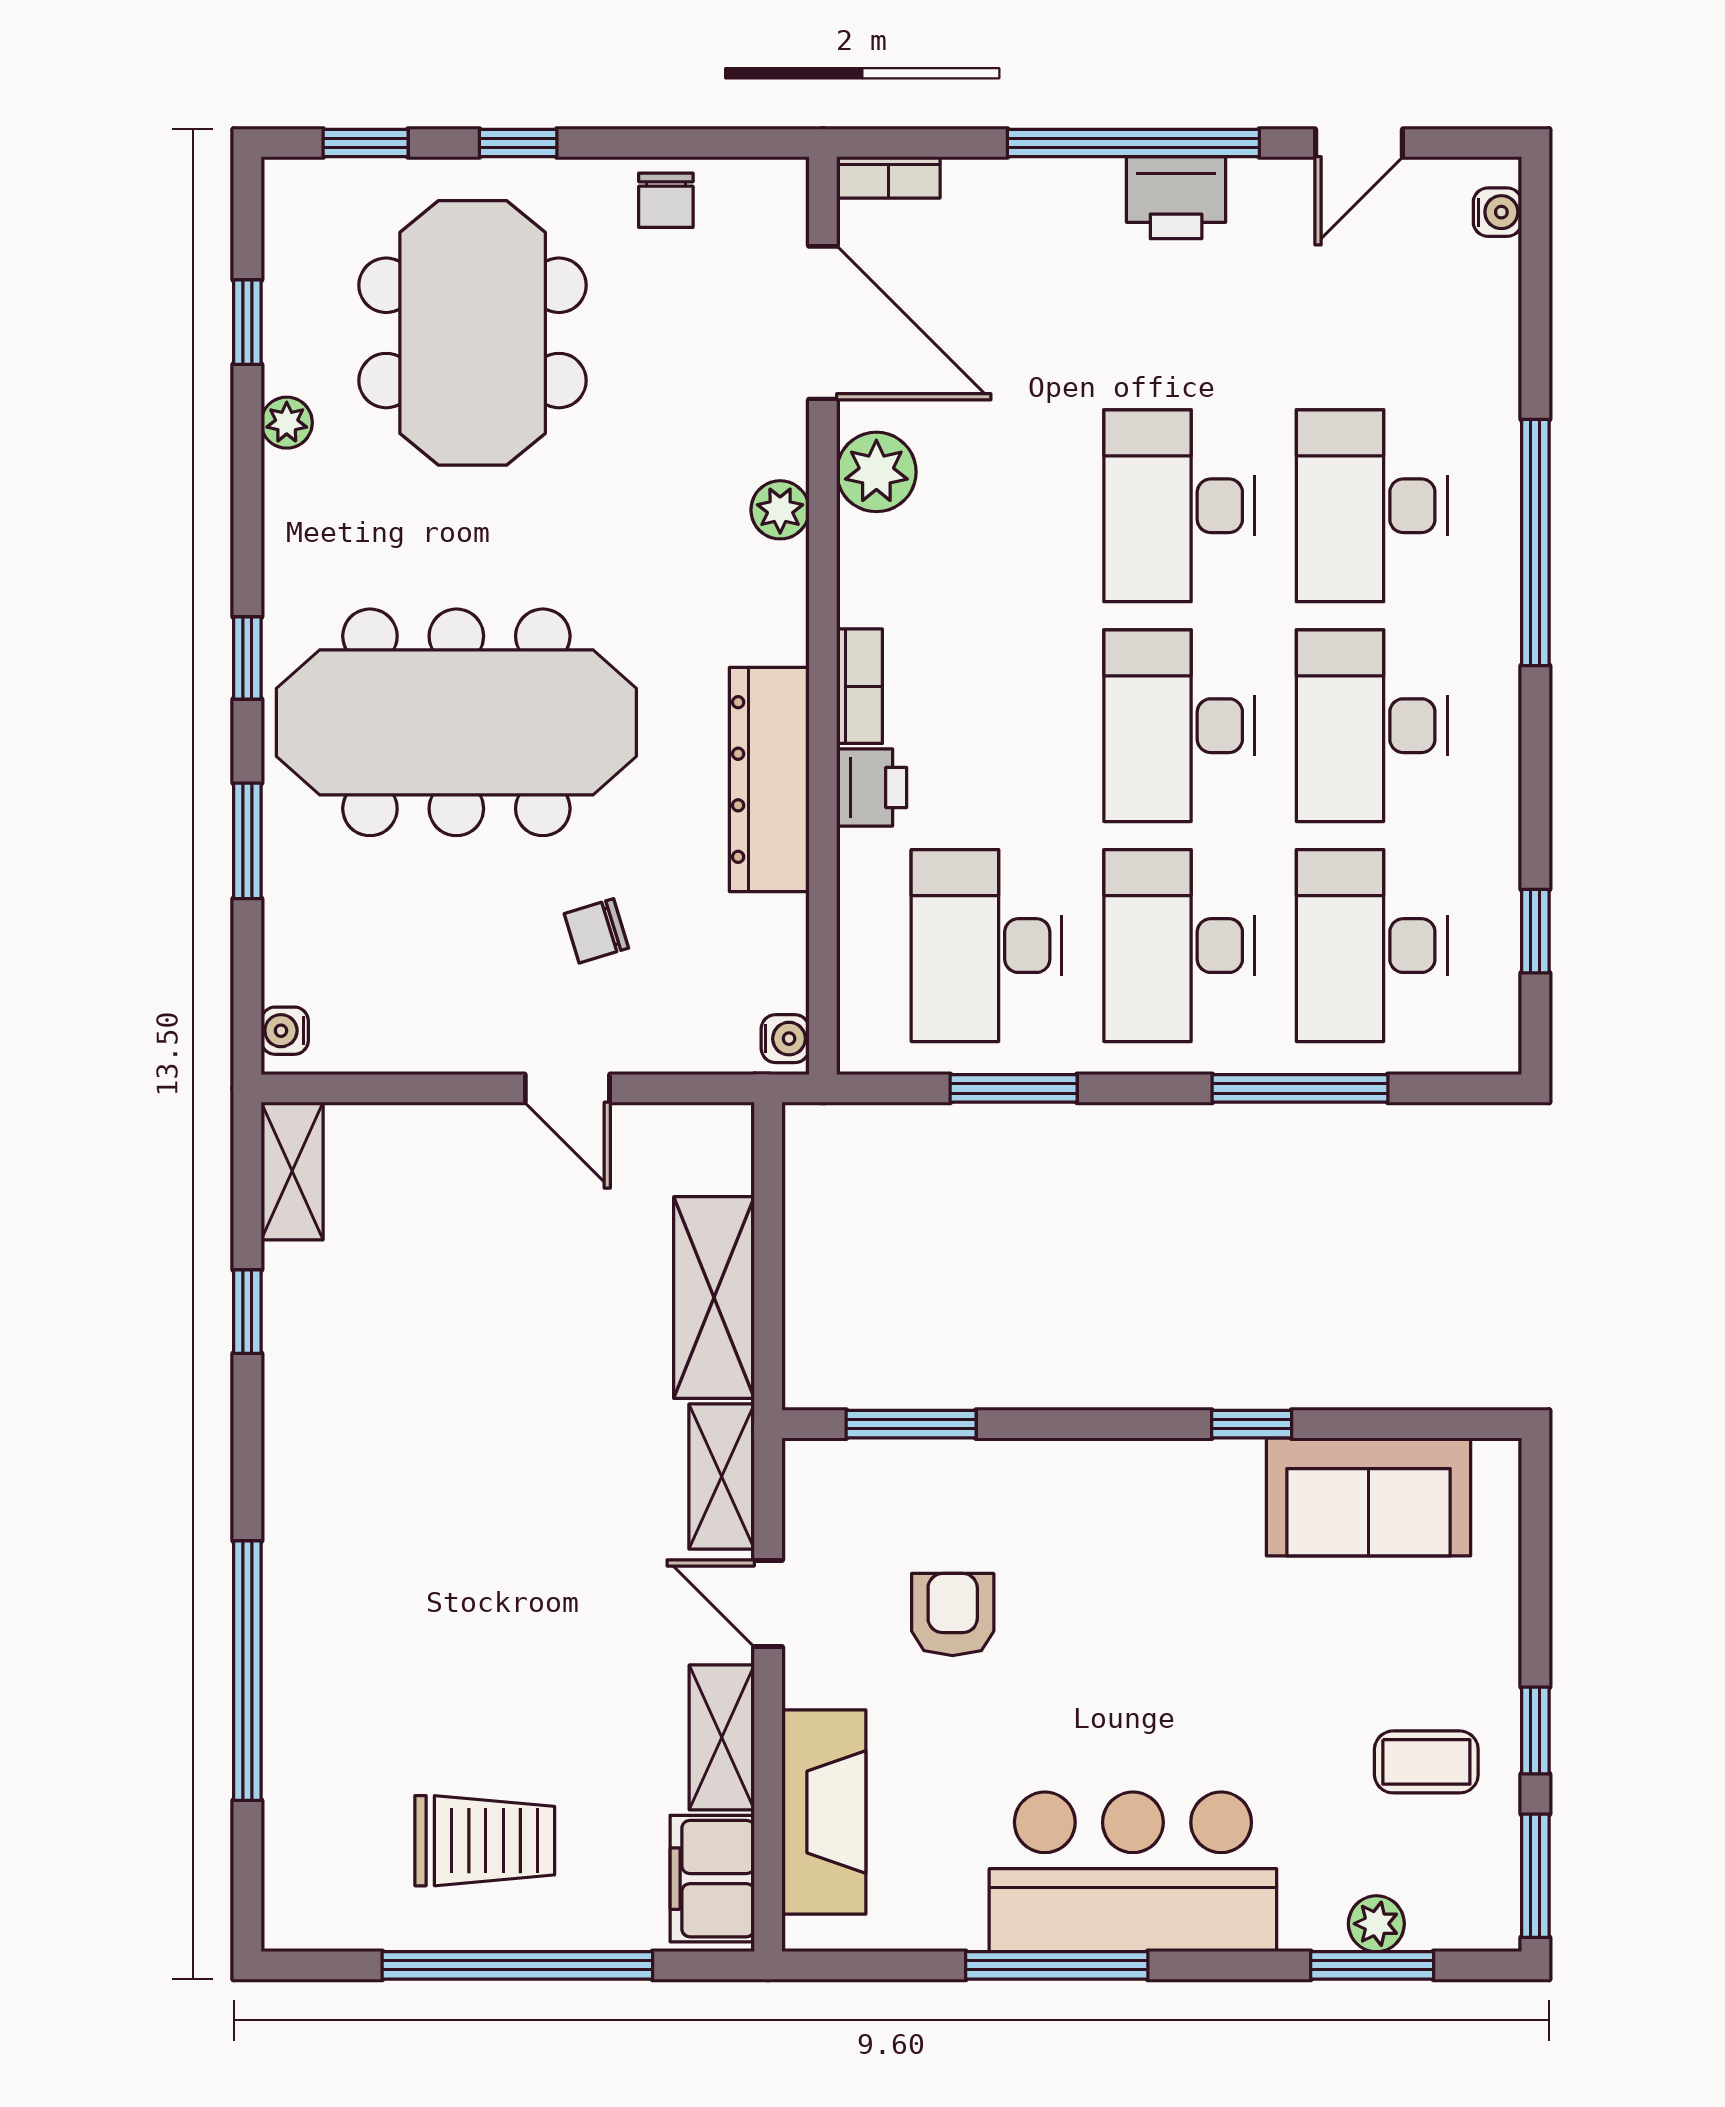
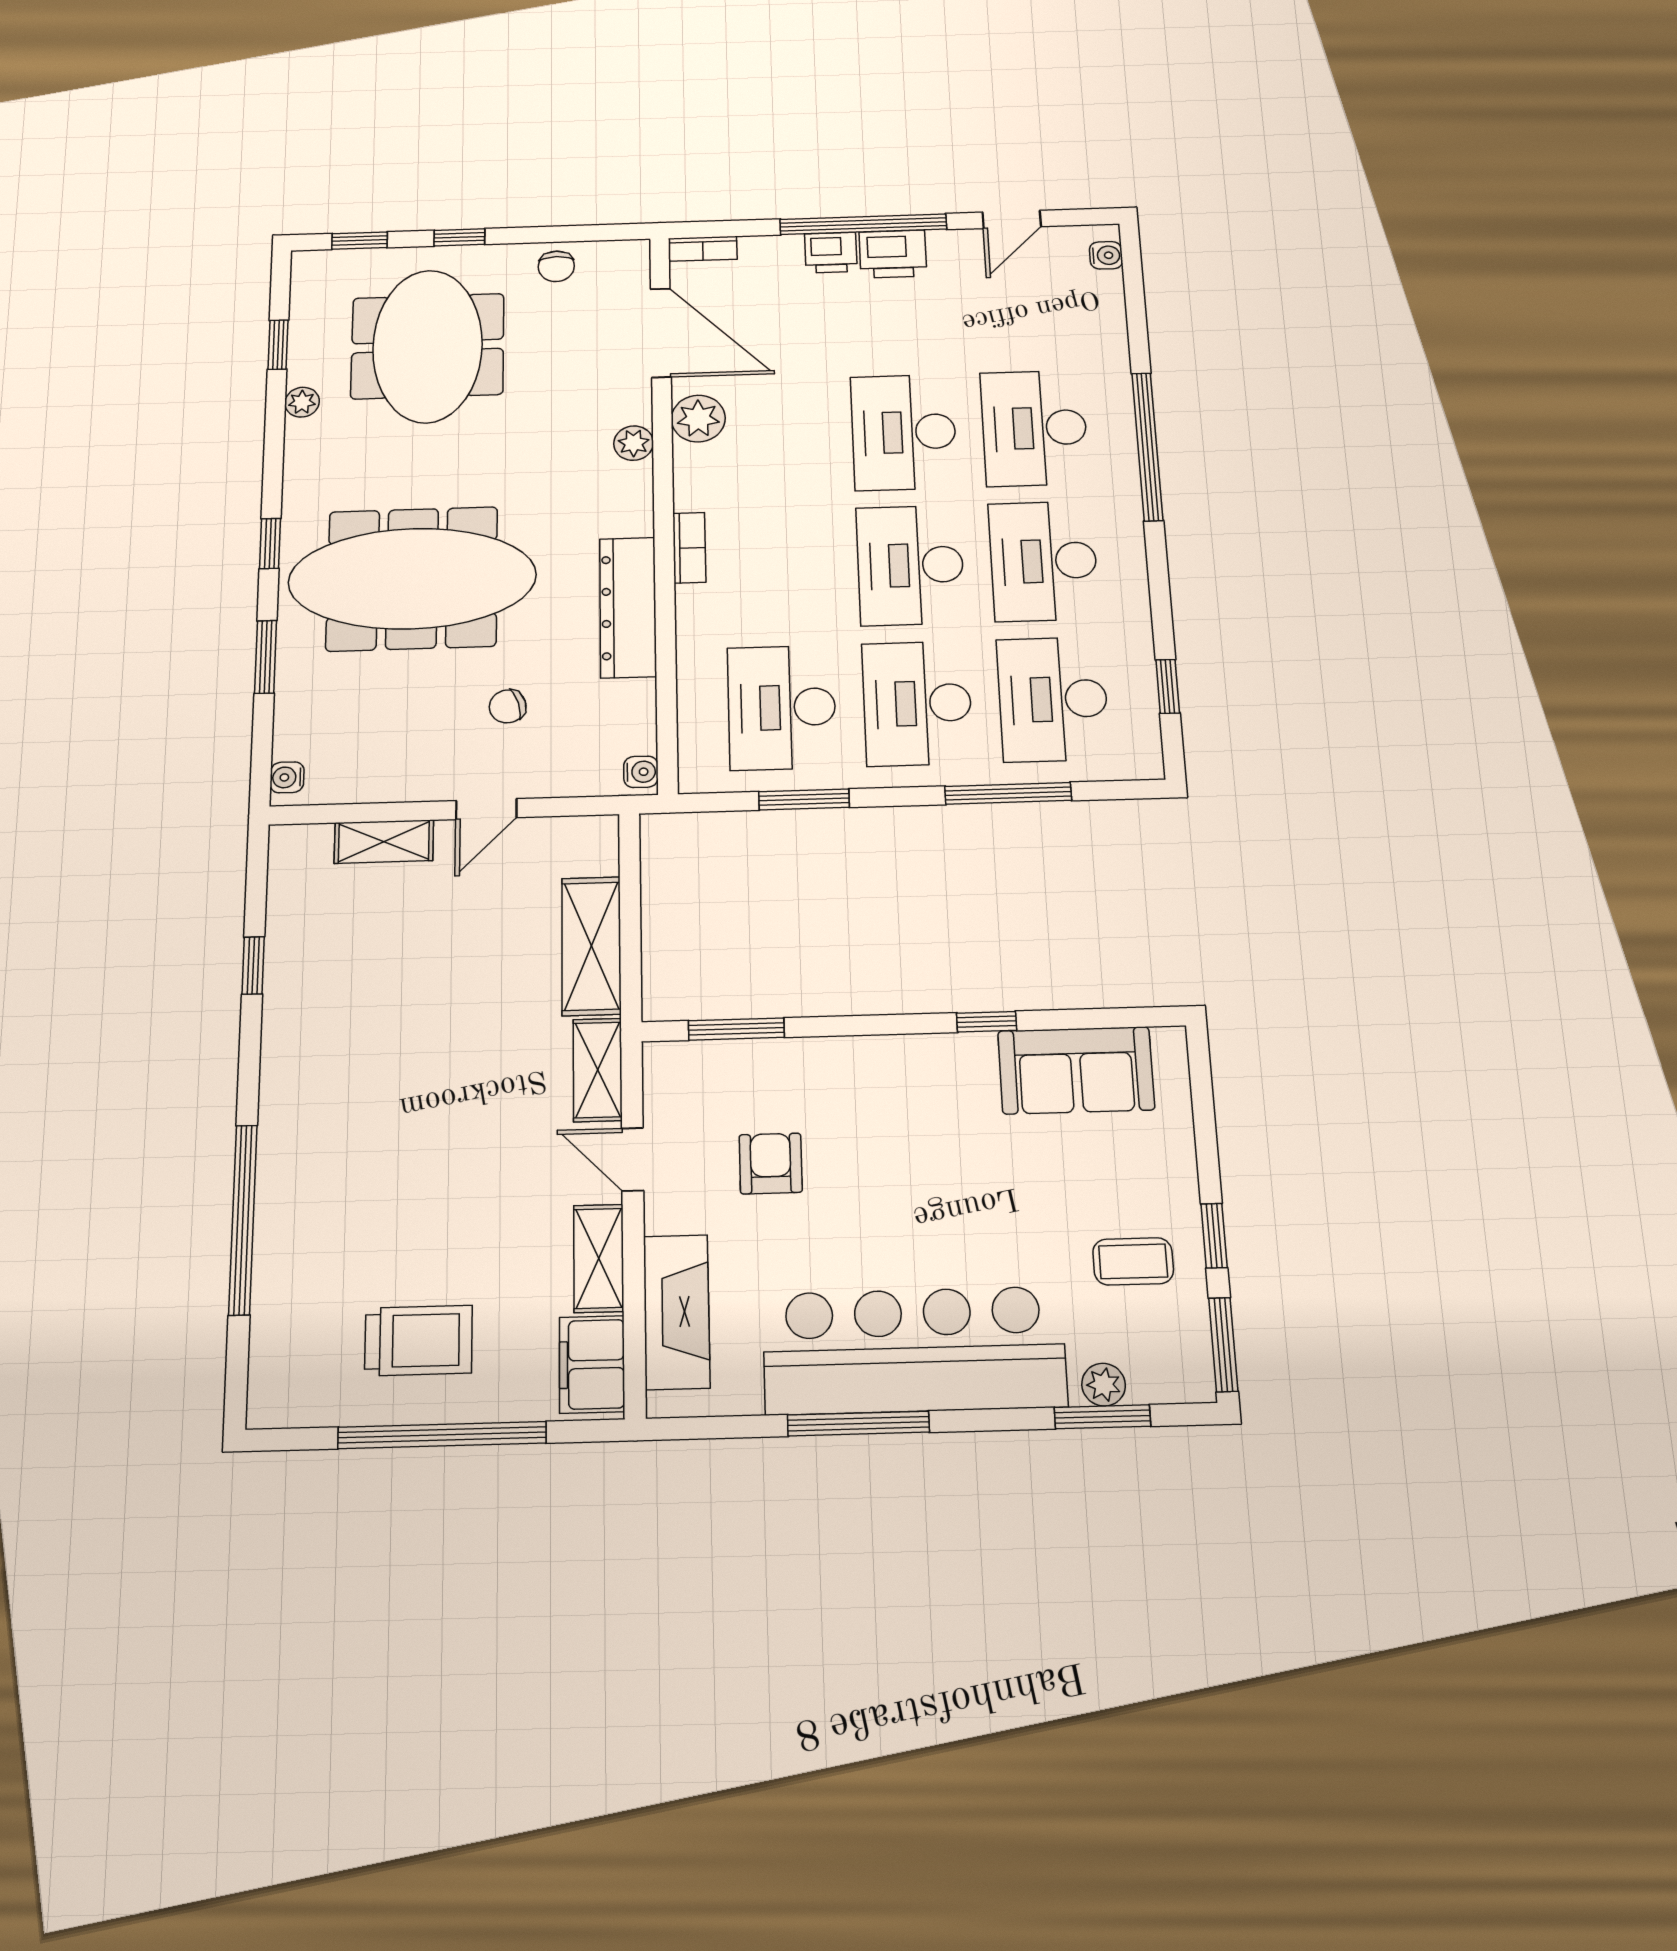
printer: (872, 788) -> (831, 253), moved, turned 90
door: (567, 1088) -> (486, 809), hinge flipped
shelving: (292, 1171) -> (384, 842), moved, turned 90
bar counter: (1133, 1872) -> (914, 1350), width x1.36

